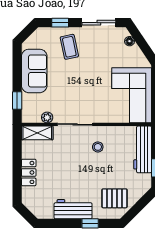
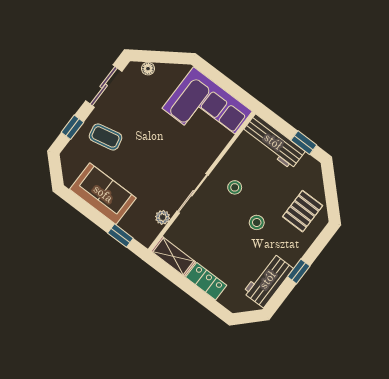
shelving: (37, 133) -> (173, 256), moved, turned 90
stool: (87, 176) -> (257, 222), added
workbench: (73, 209) -> (268, 280), moved
window: (90, 223) -> (299, 271), moved

